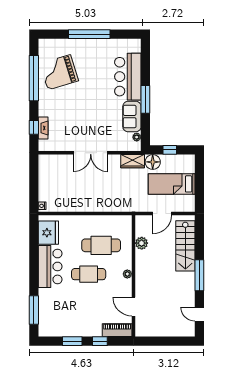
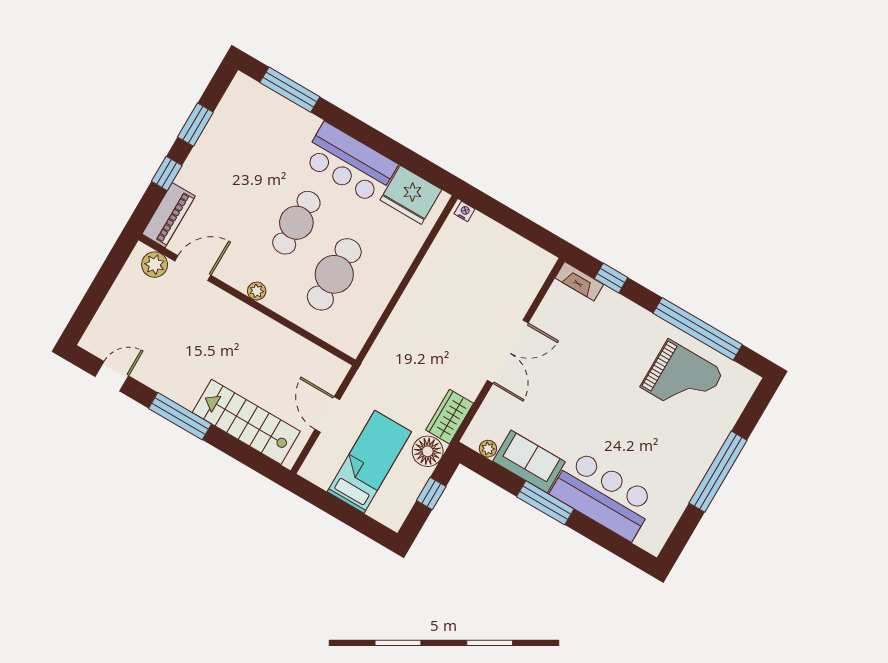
grand piano: (59, 72) -> (682, 379), turned 107
fireplace: (43, 128) -> (579, 281), moved
double door: (91, 153) -> (508, 352), swing flipped
plant: (142, 243) -> (155, 265), moved

